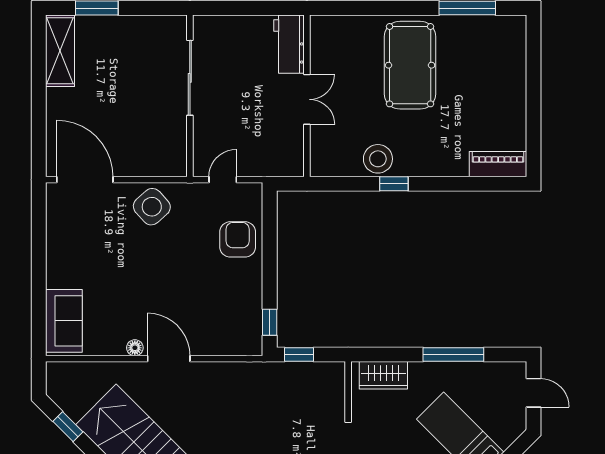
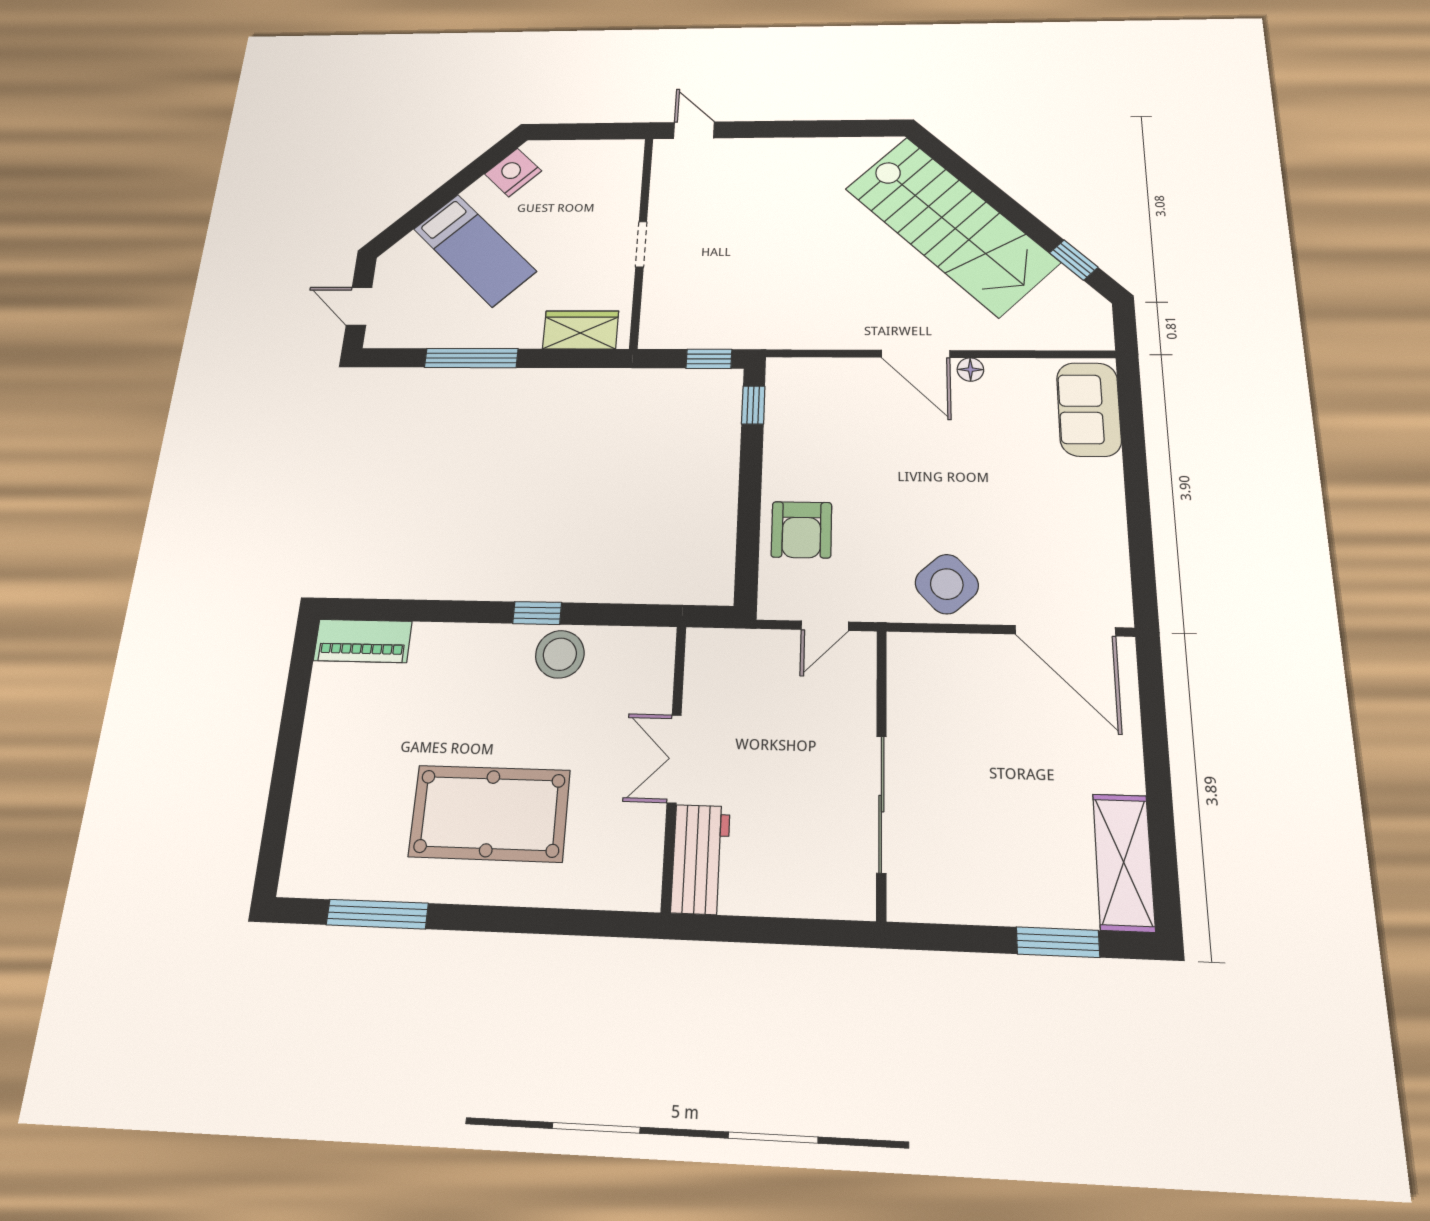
pool table: (410, 65) -> (490, 813), turned 90

